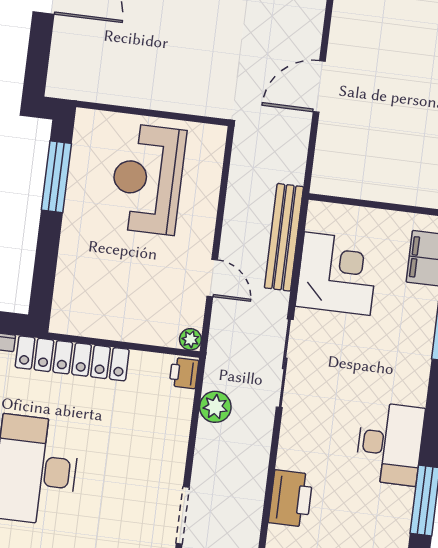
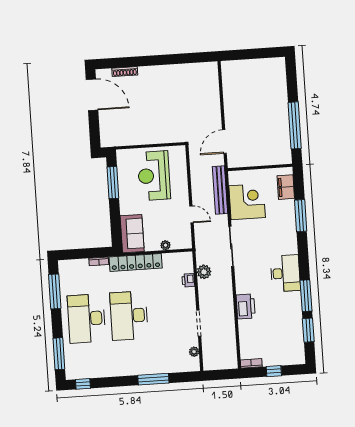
door: (319, 86) -> (224, 142), moved
sofa: (77, 295) -> (132, 234), added
plant: (190, 339) -> (165, 245), moved
printer: (184, 373) -> (188, 280), moved

